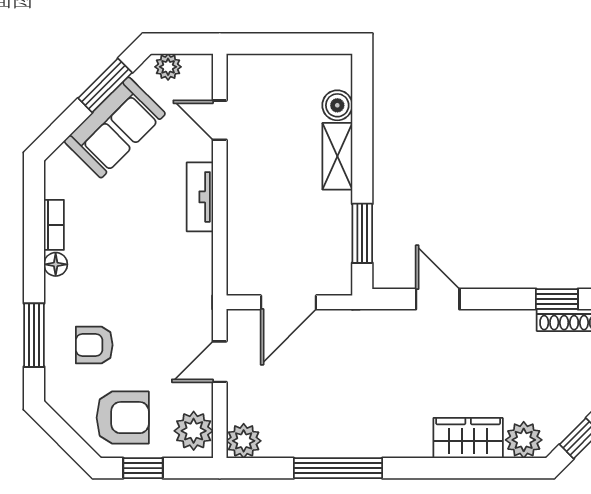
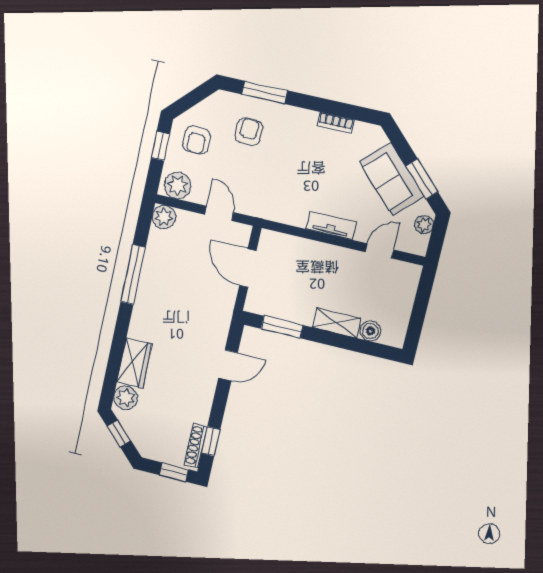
floor lamp: (56, 264) -> (309, 118), removed
armchair: (123, 418) -> (197, 140), width x0.72, depth x0.72

